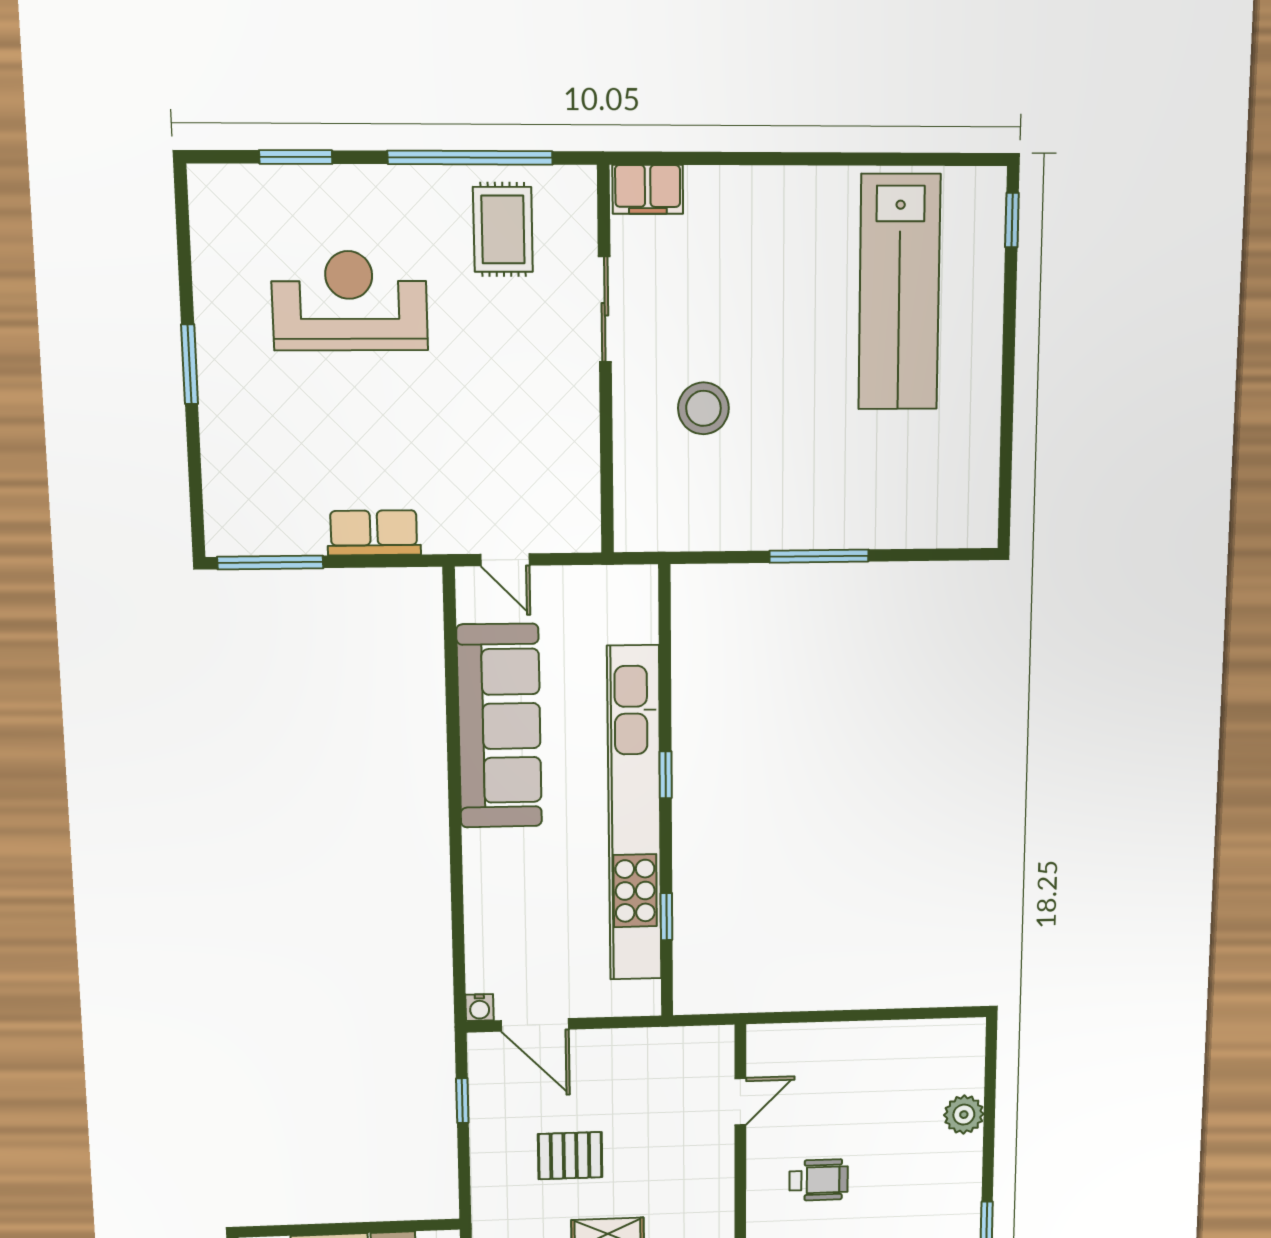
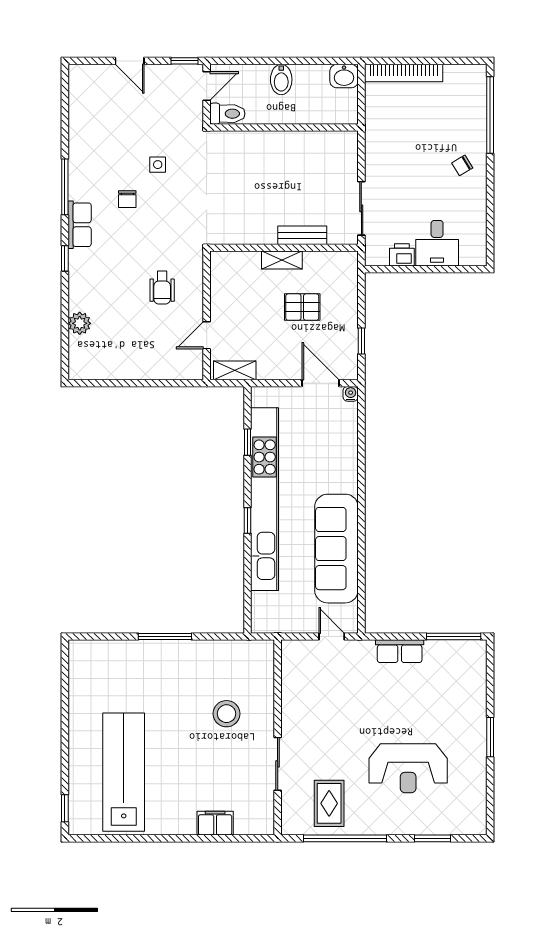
filing cabinet: (648, 189) -> (215, 823), moved
shelving: (690, 1042) -> (235, 370), added
wheelchair: (819, 1180) -> (162, 288), turned -90

